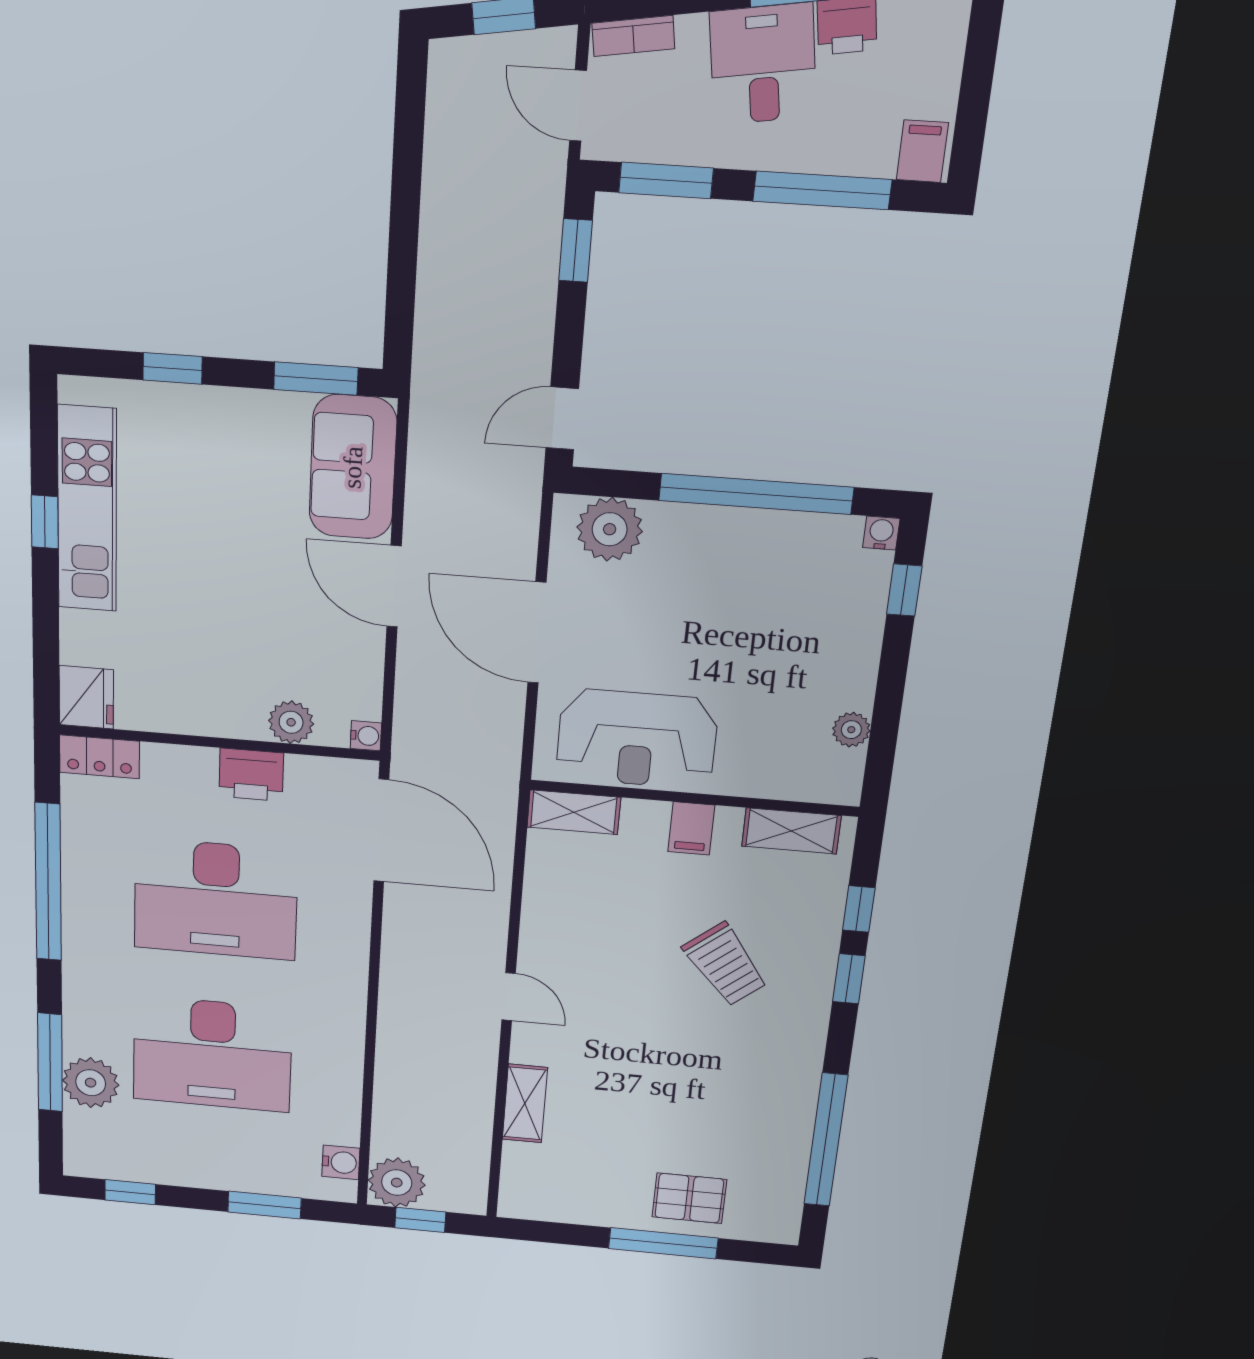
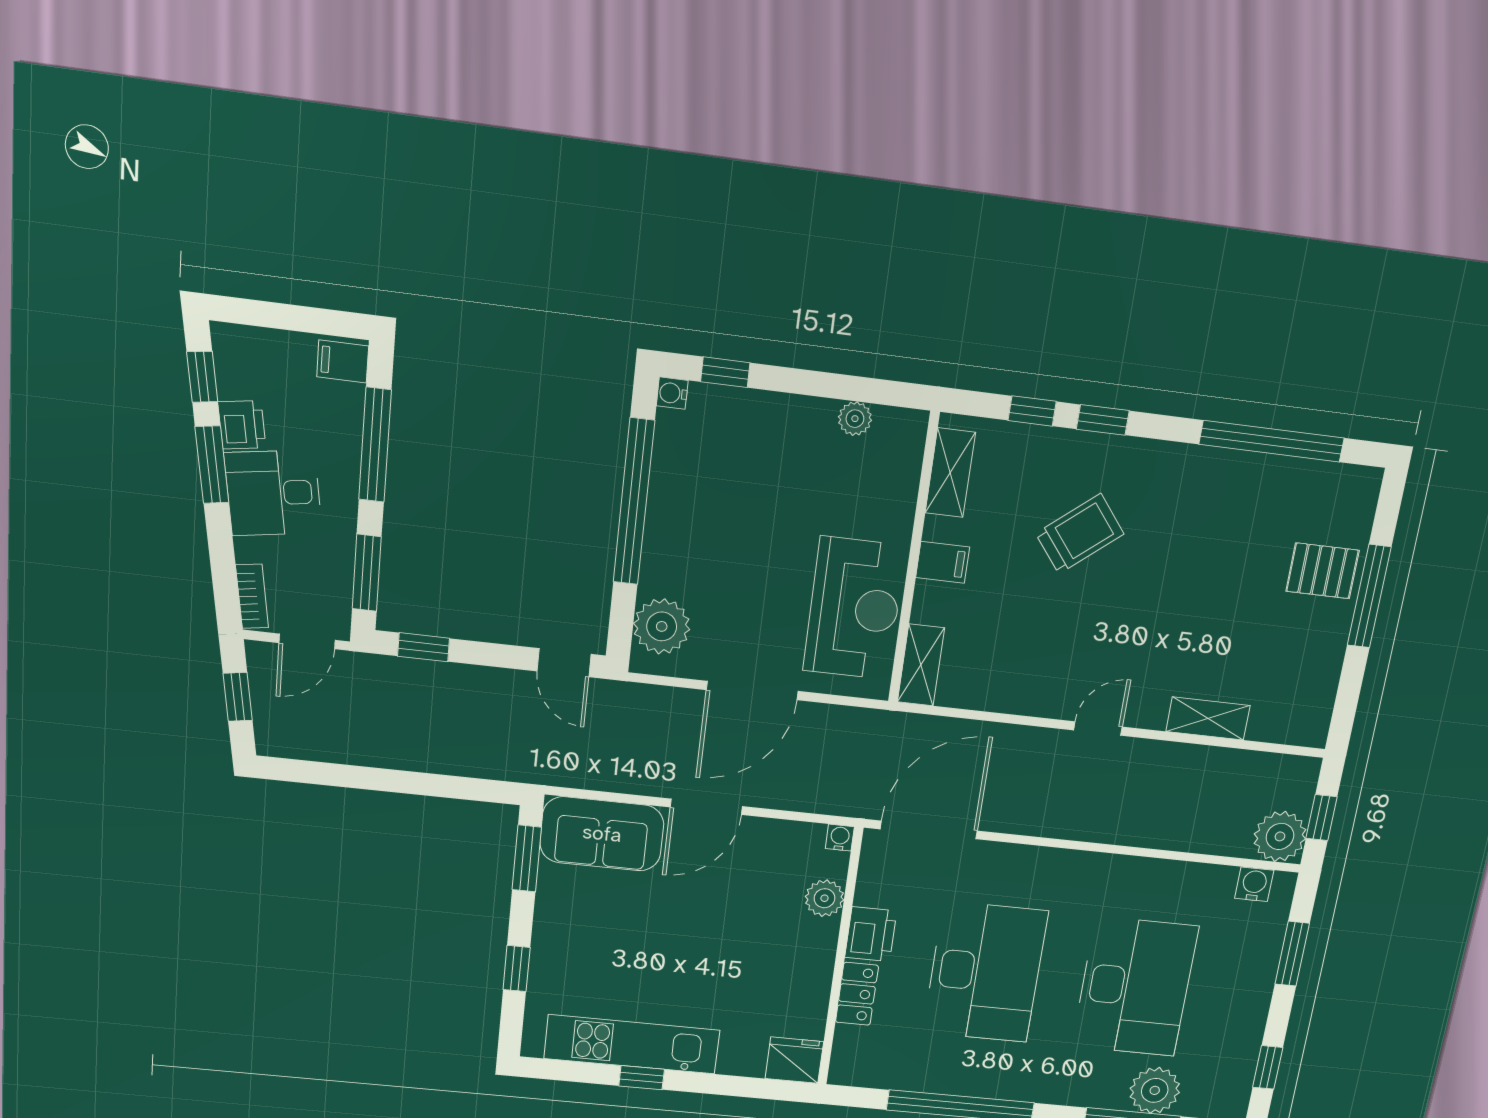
locker: (100, 757) -> (857, 994), moved
pallet: (689, 1198) -> (1322, 571), turned 90

